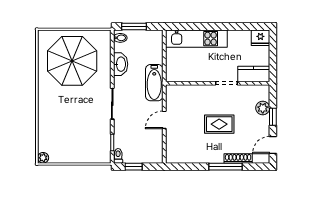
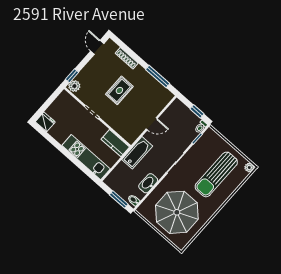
kitchen counter: (254, 74) -> (115, 143), moved
plant: (263, 108) -> (74, 86), moved
window: (273, 117) -> (72, 76), moved
rug: (219, 124) -> (119, 90), turned 90
sun lounger: (67, 126) -> (216, 174), added
door: (273, 145) -> (97, 47), swing flipped
window: (226, 167) -> (158, 77), moved

